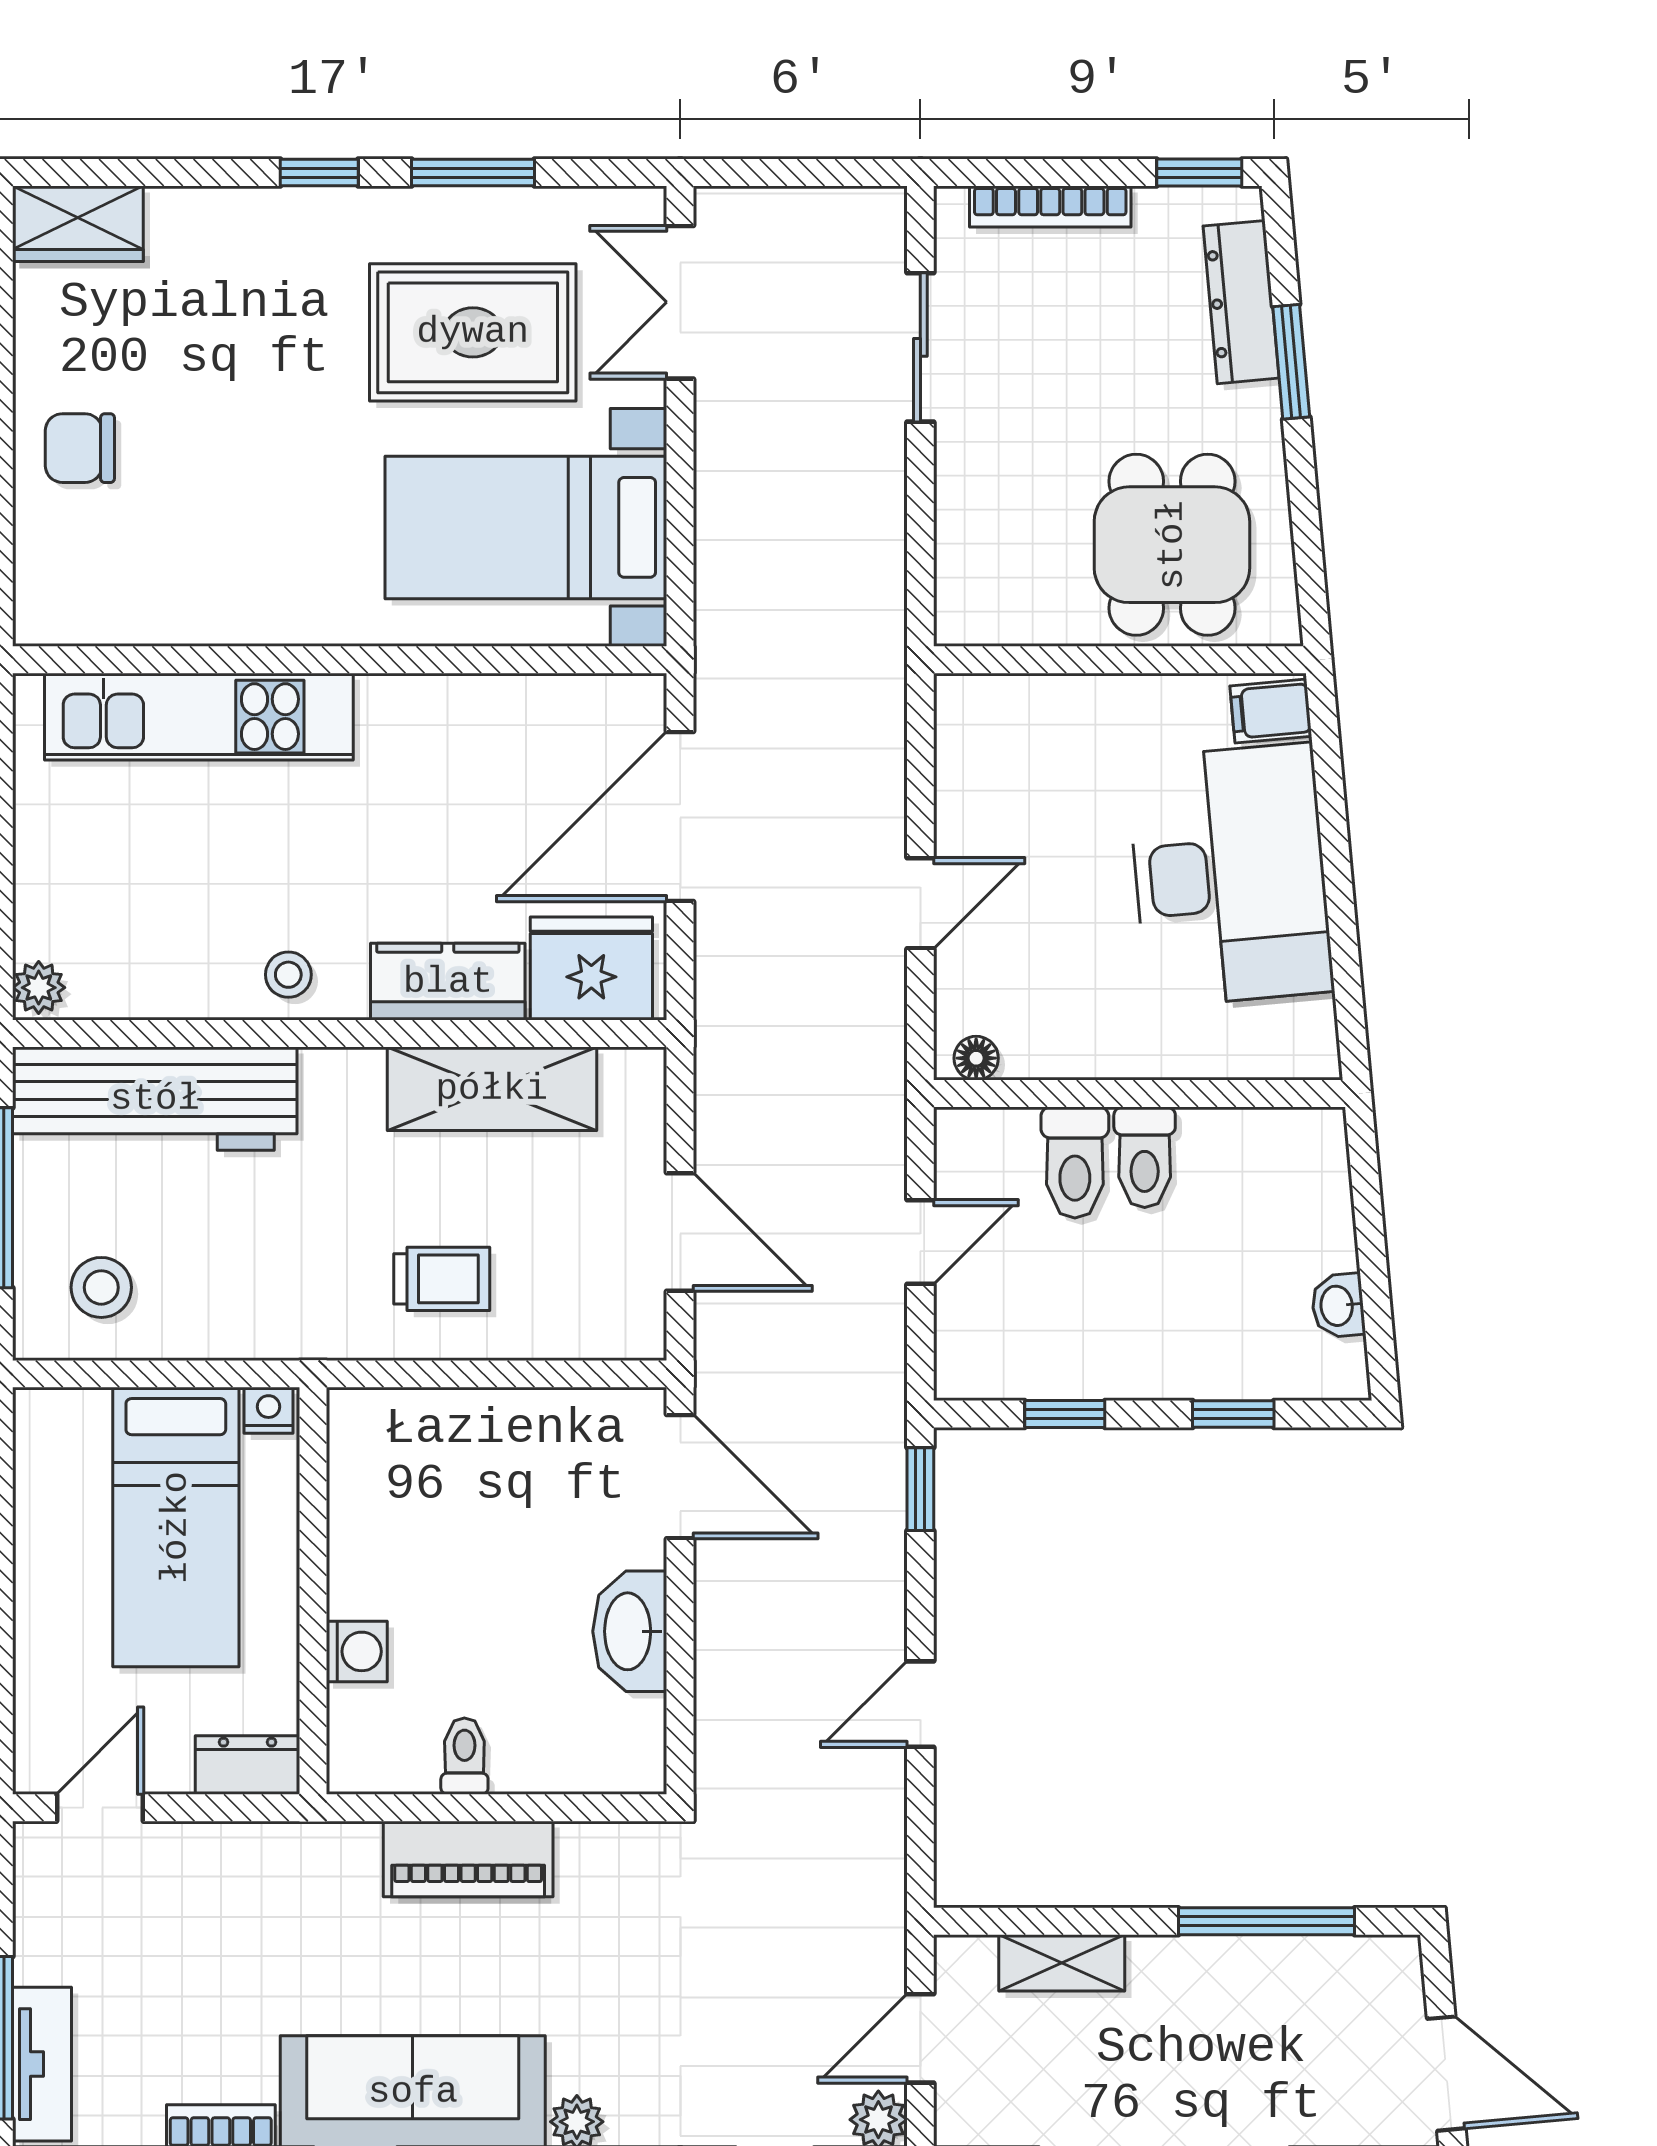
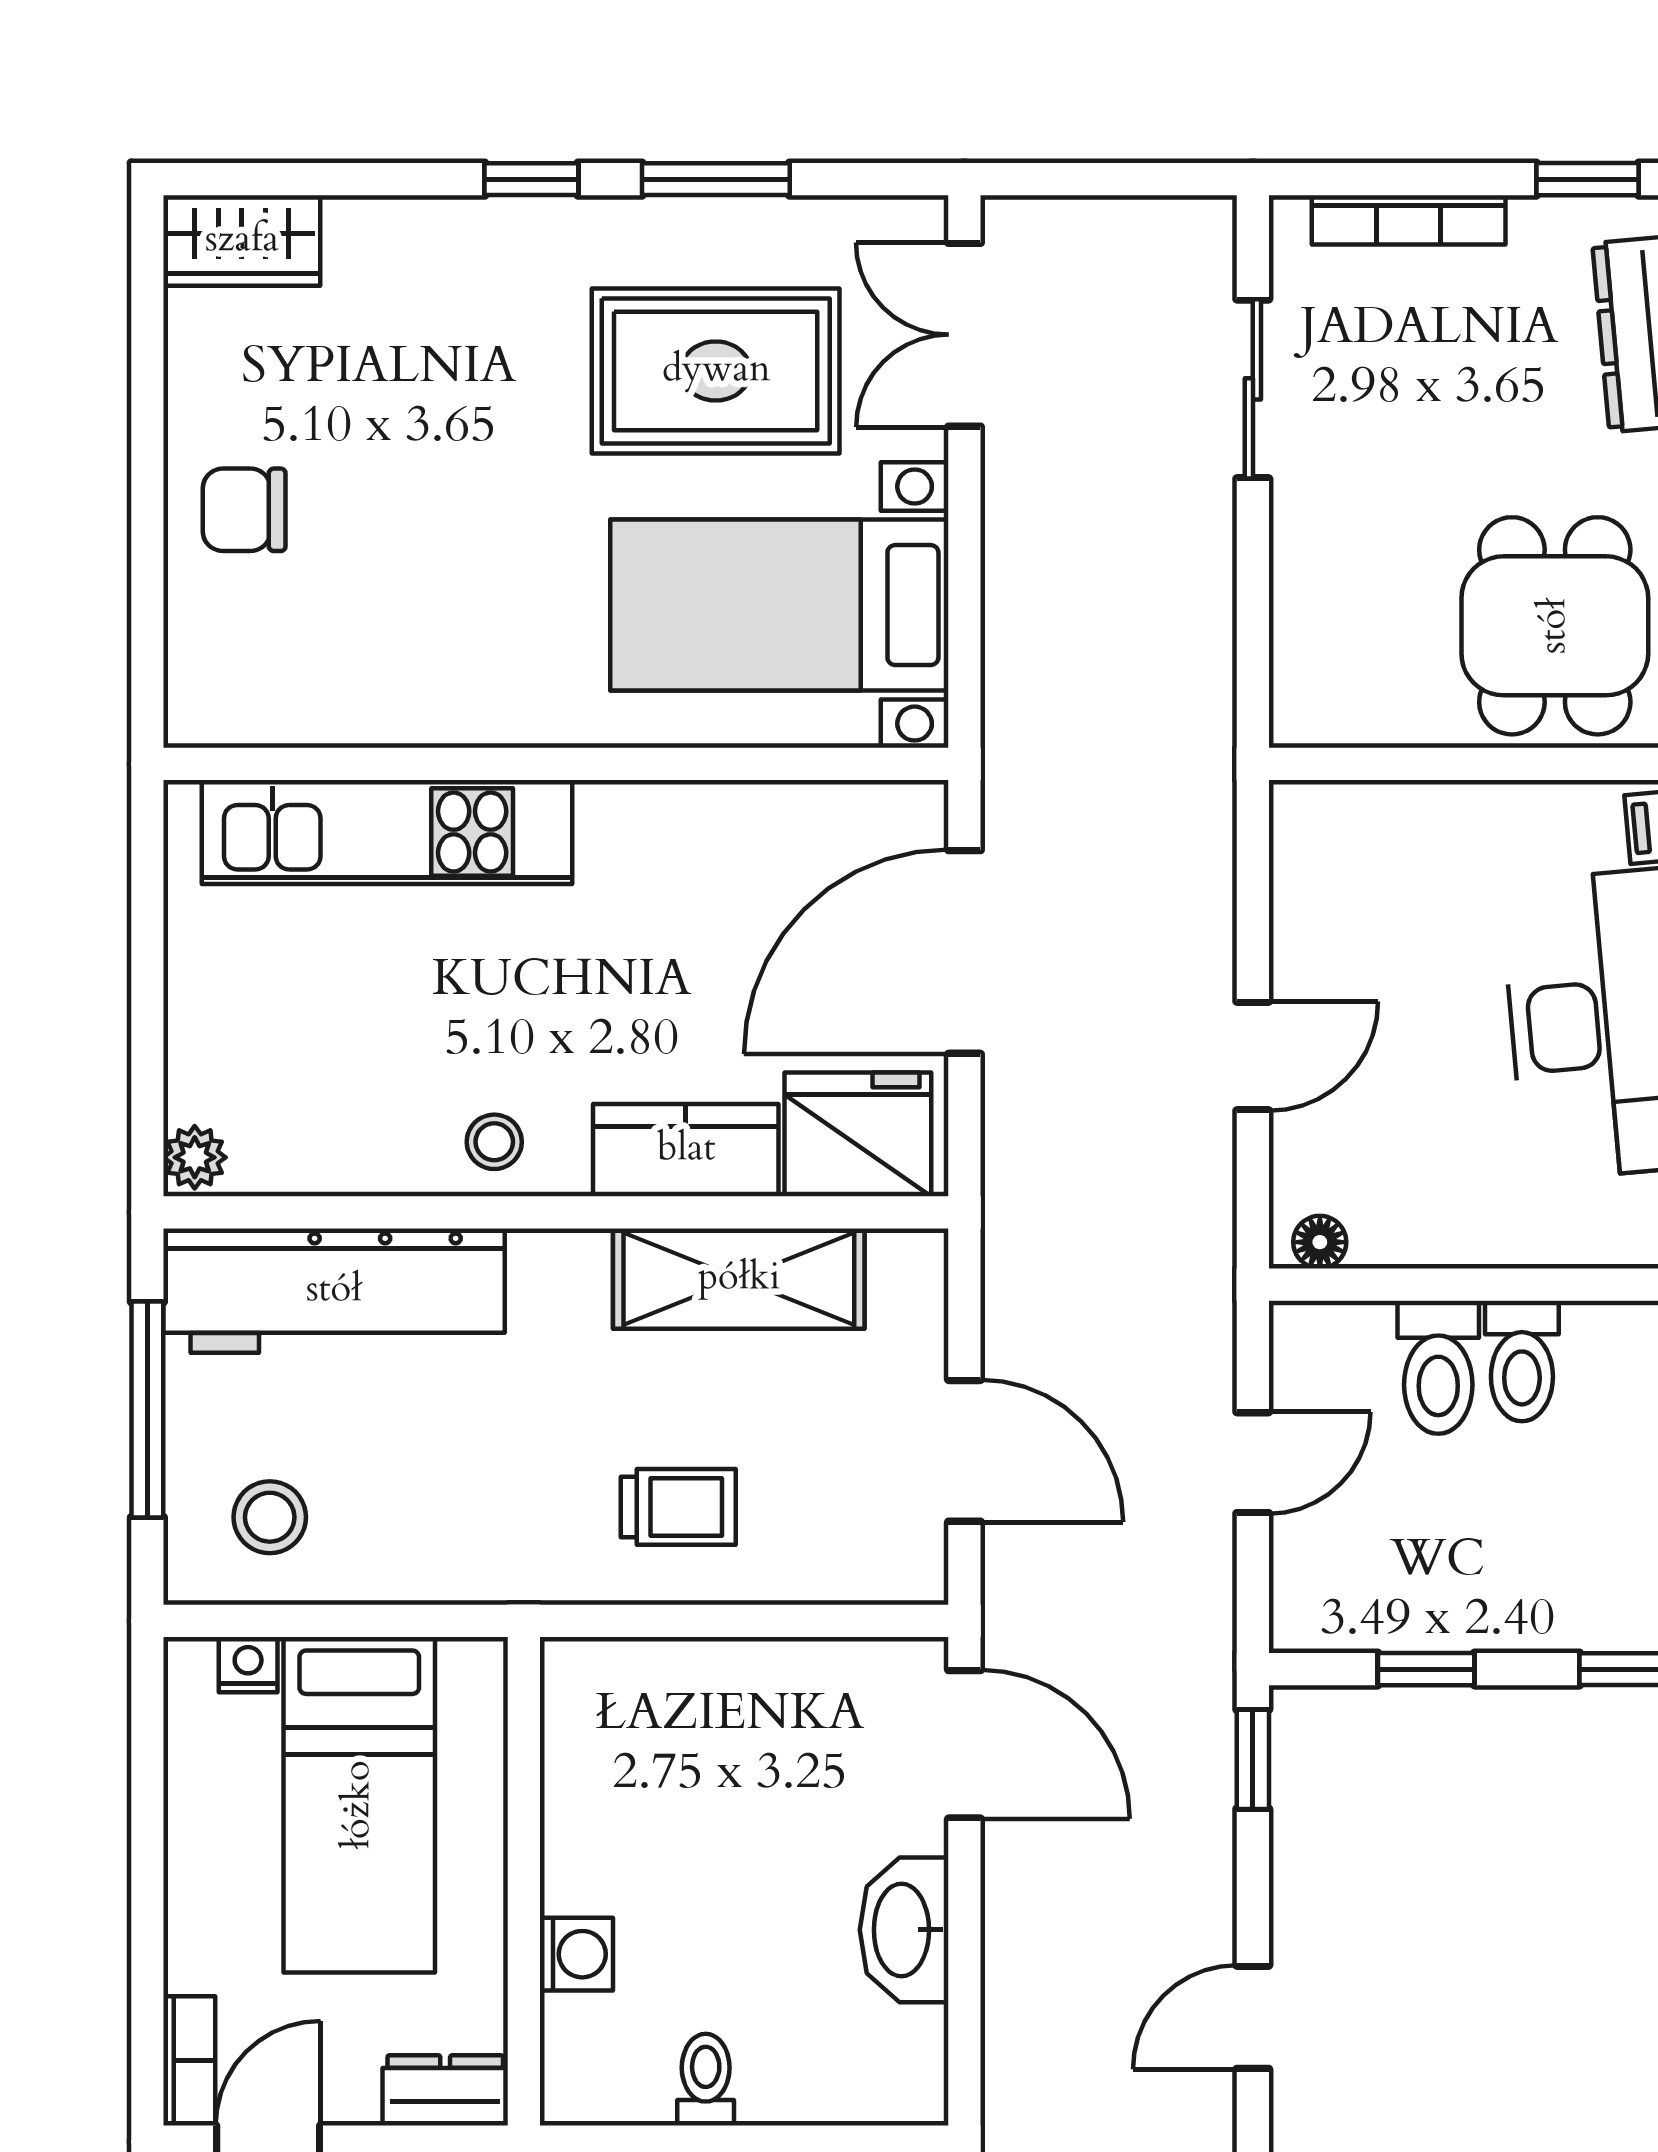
nightstand: (268, 1410) -> (248, 1665), moved
bookcase: (34, 1740) -> (189, 2061), added

